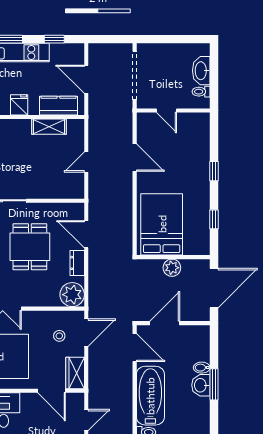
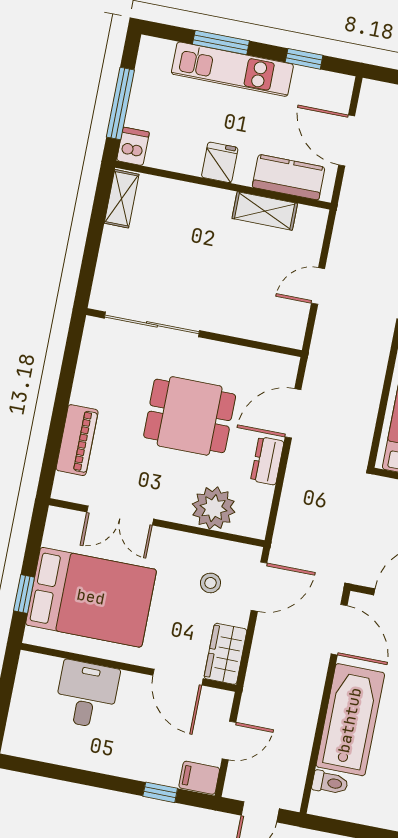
door: (86, 234) -> (293, 413), hinge flipped
dining table: (30, 247) -> (190, 416), turned 90
plant: (72, 295) -> (214, 508), moved

